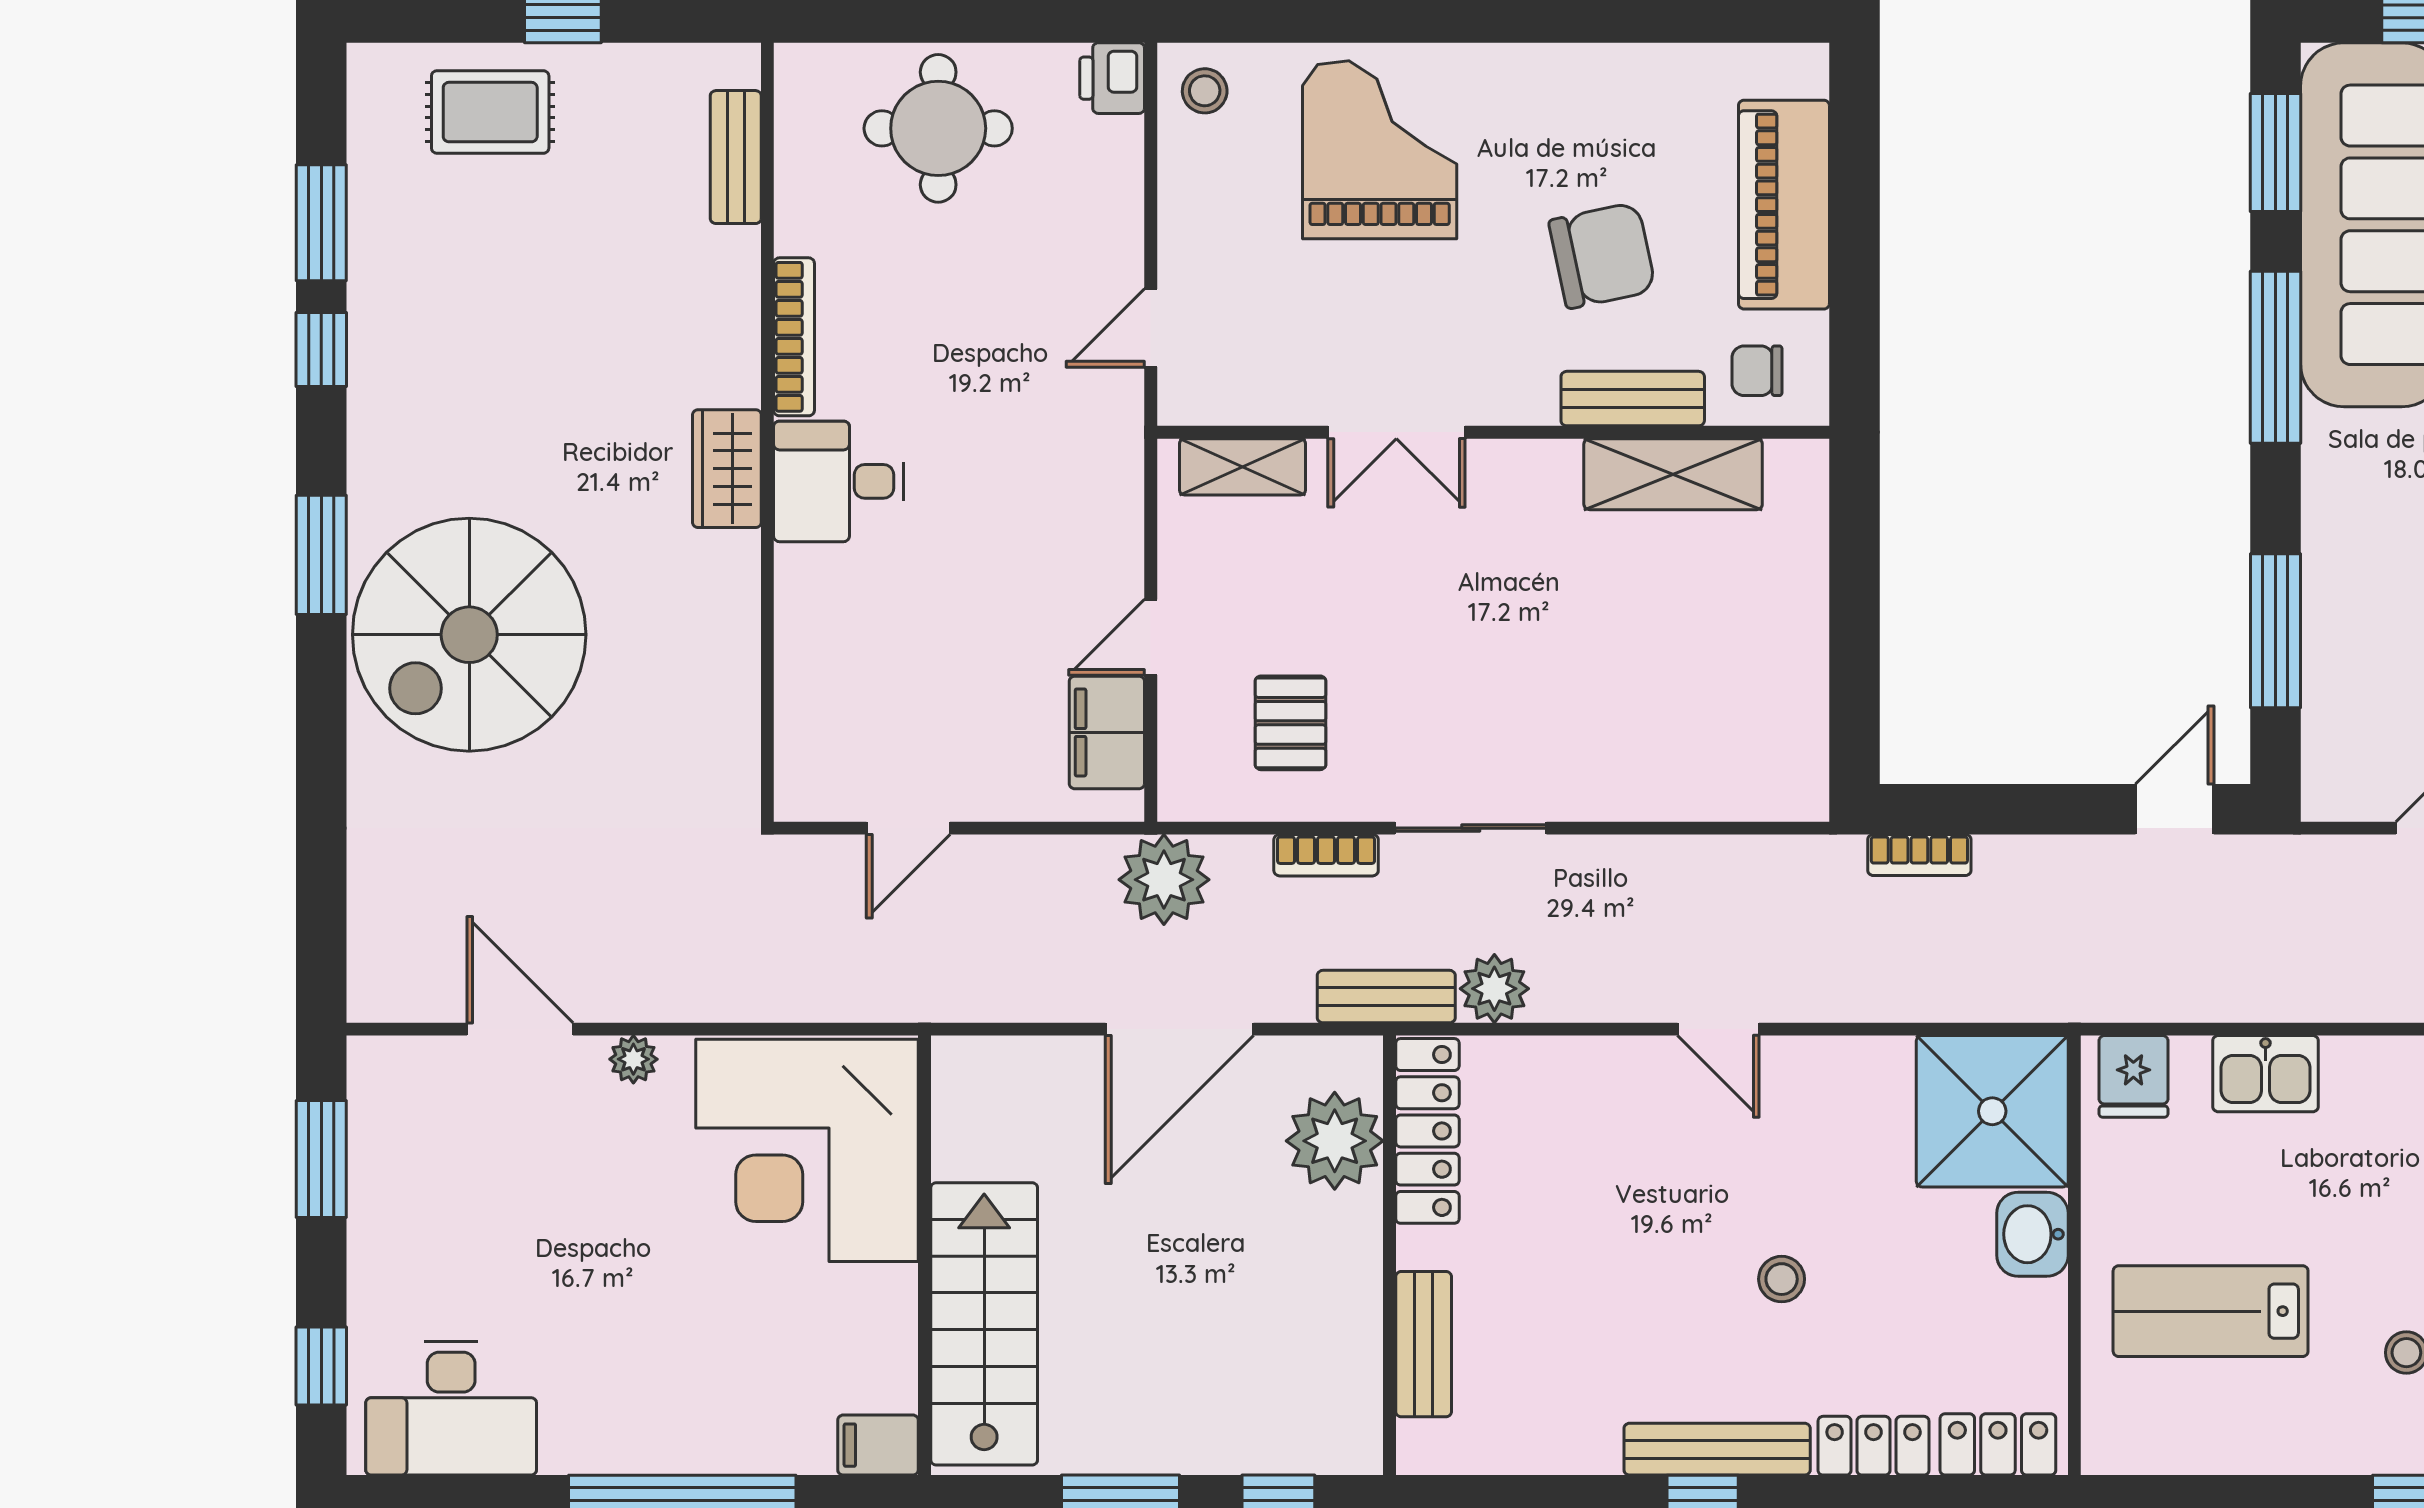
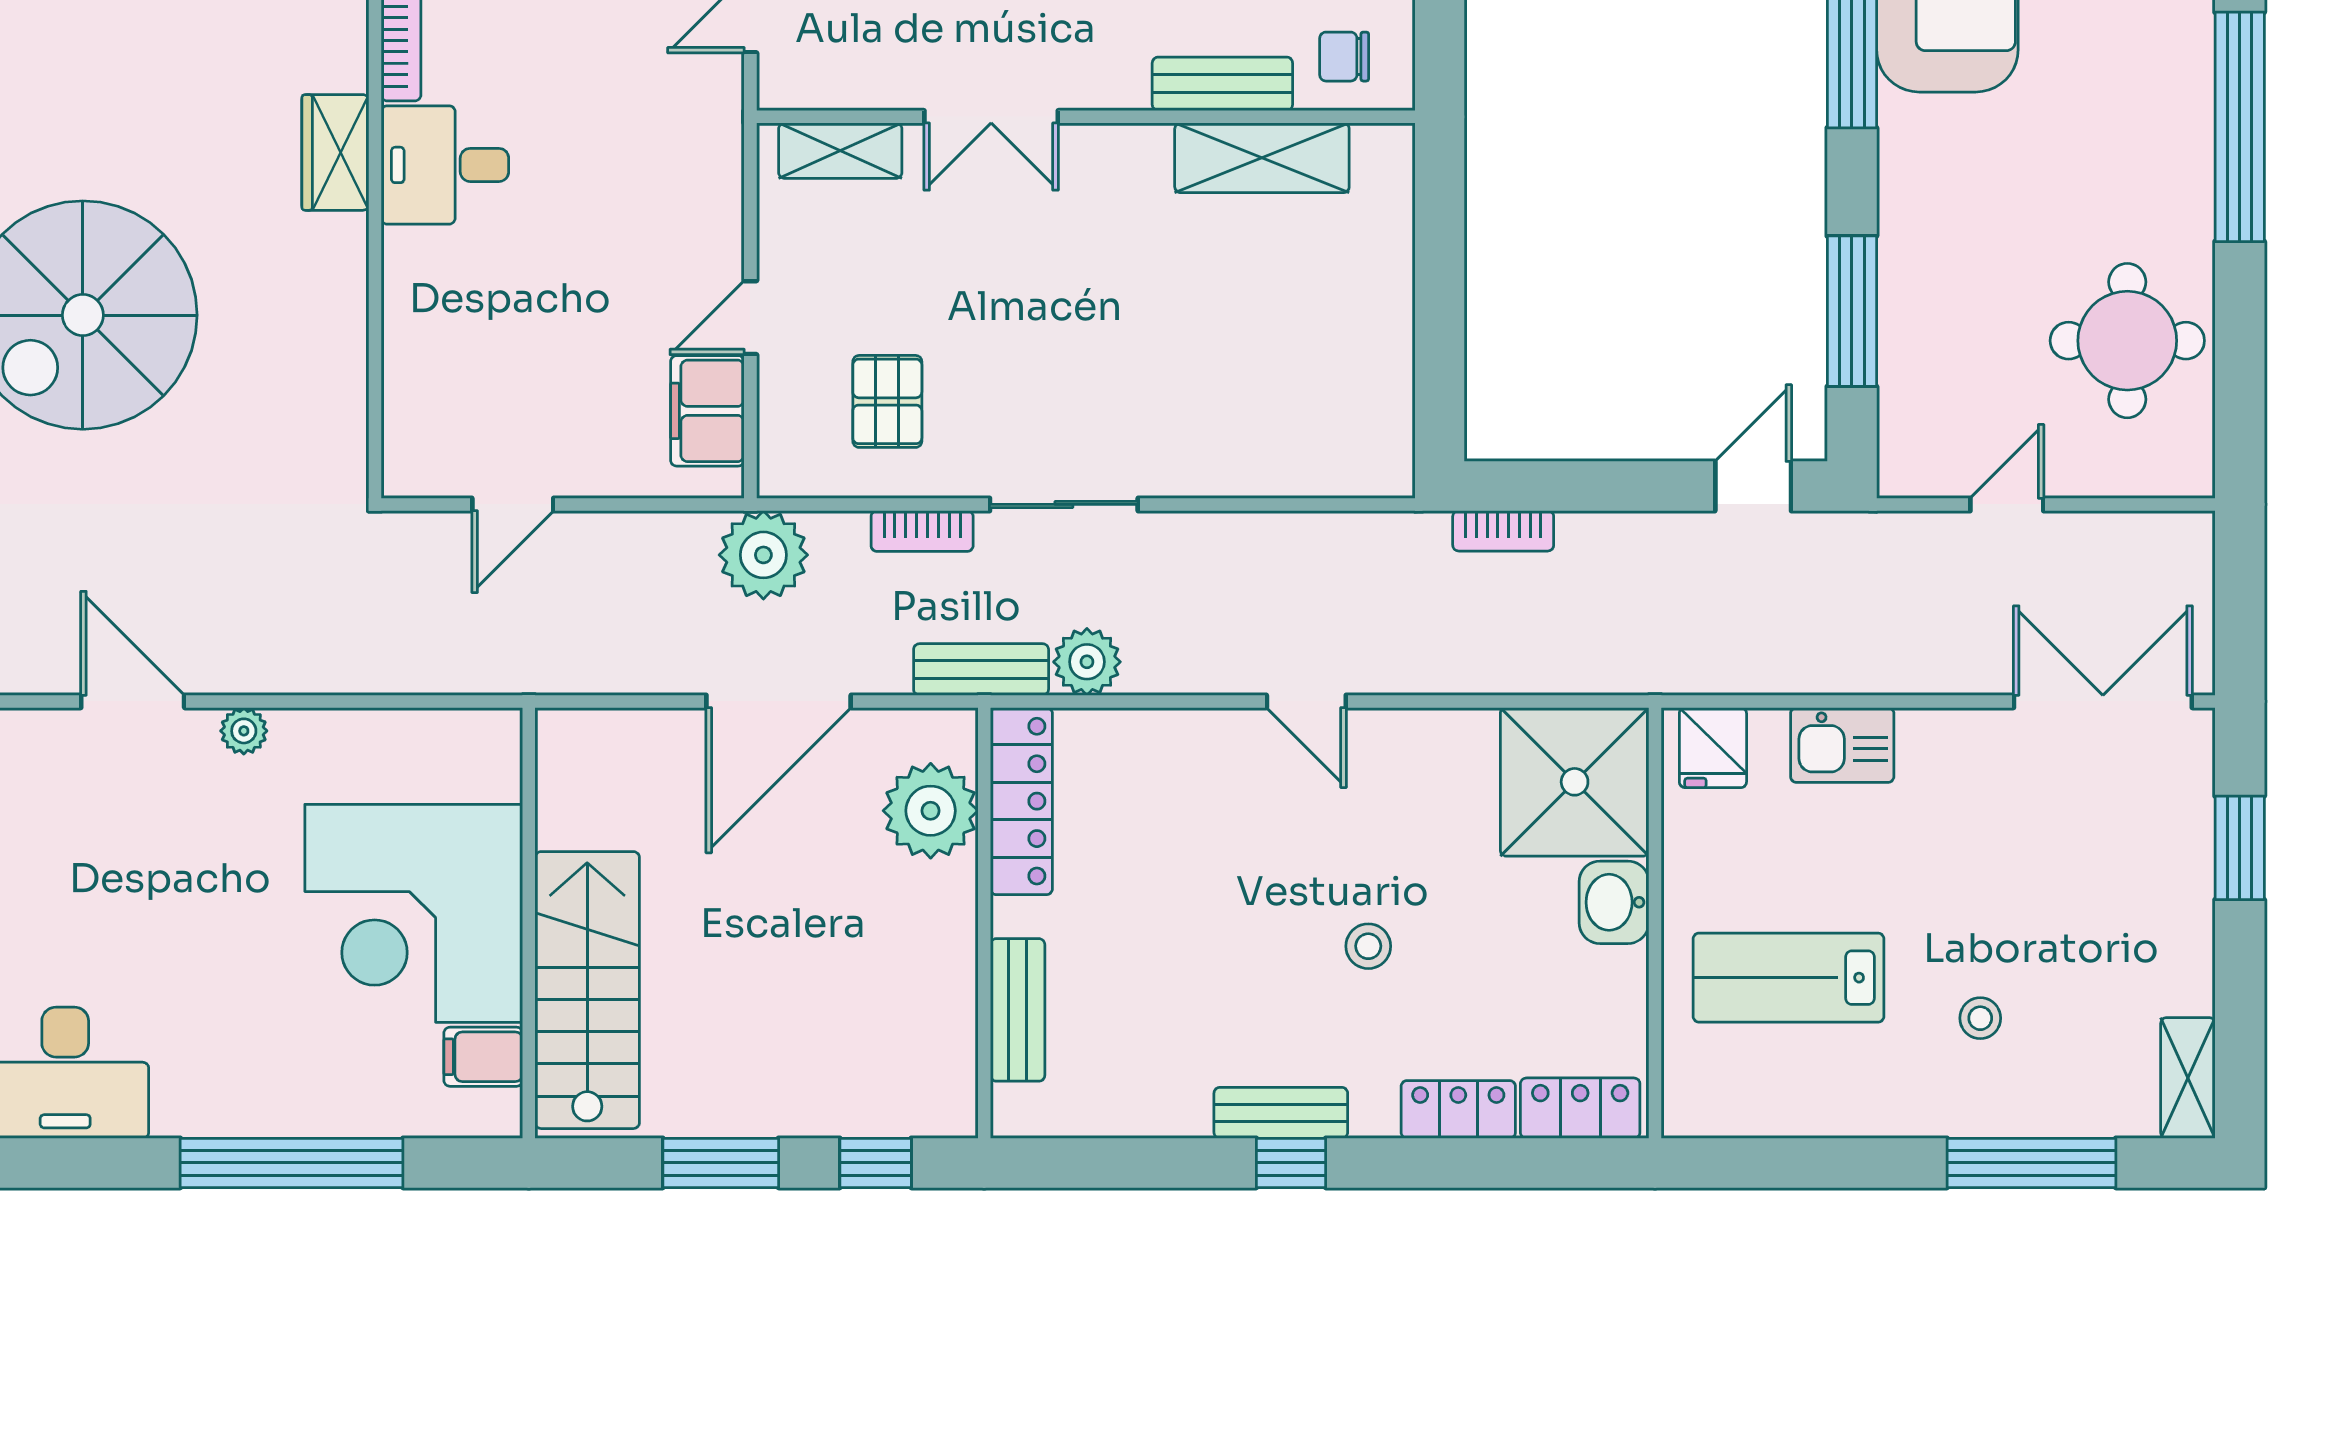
corner desk: (807, 1150) -> (414, 913), moved
filing cabinet: (878, 1445) -> (483, 1057), moved
bench: (1717, 1449) -> (1281, 1113), width x0.73

